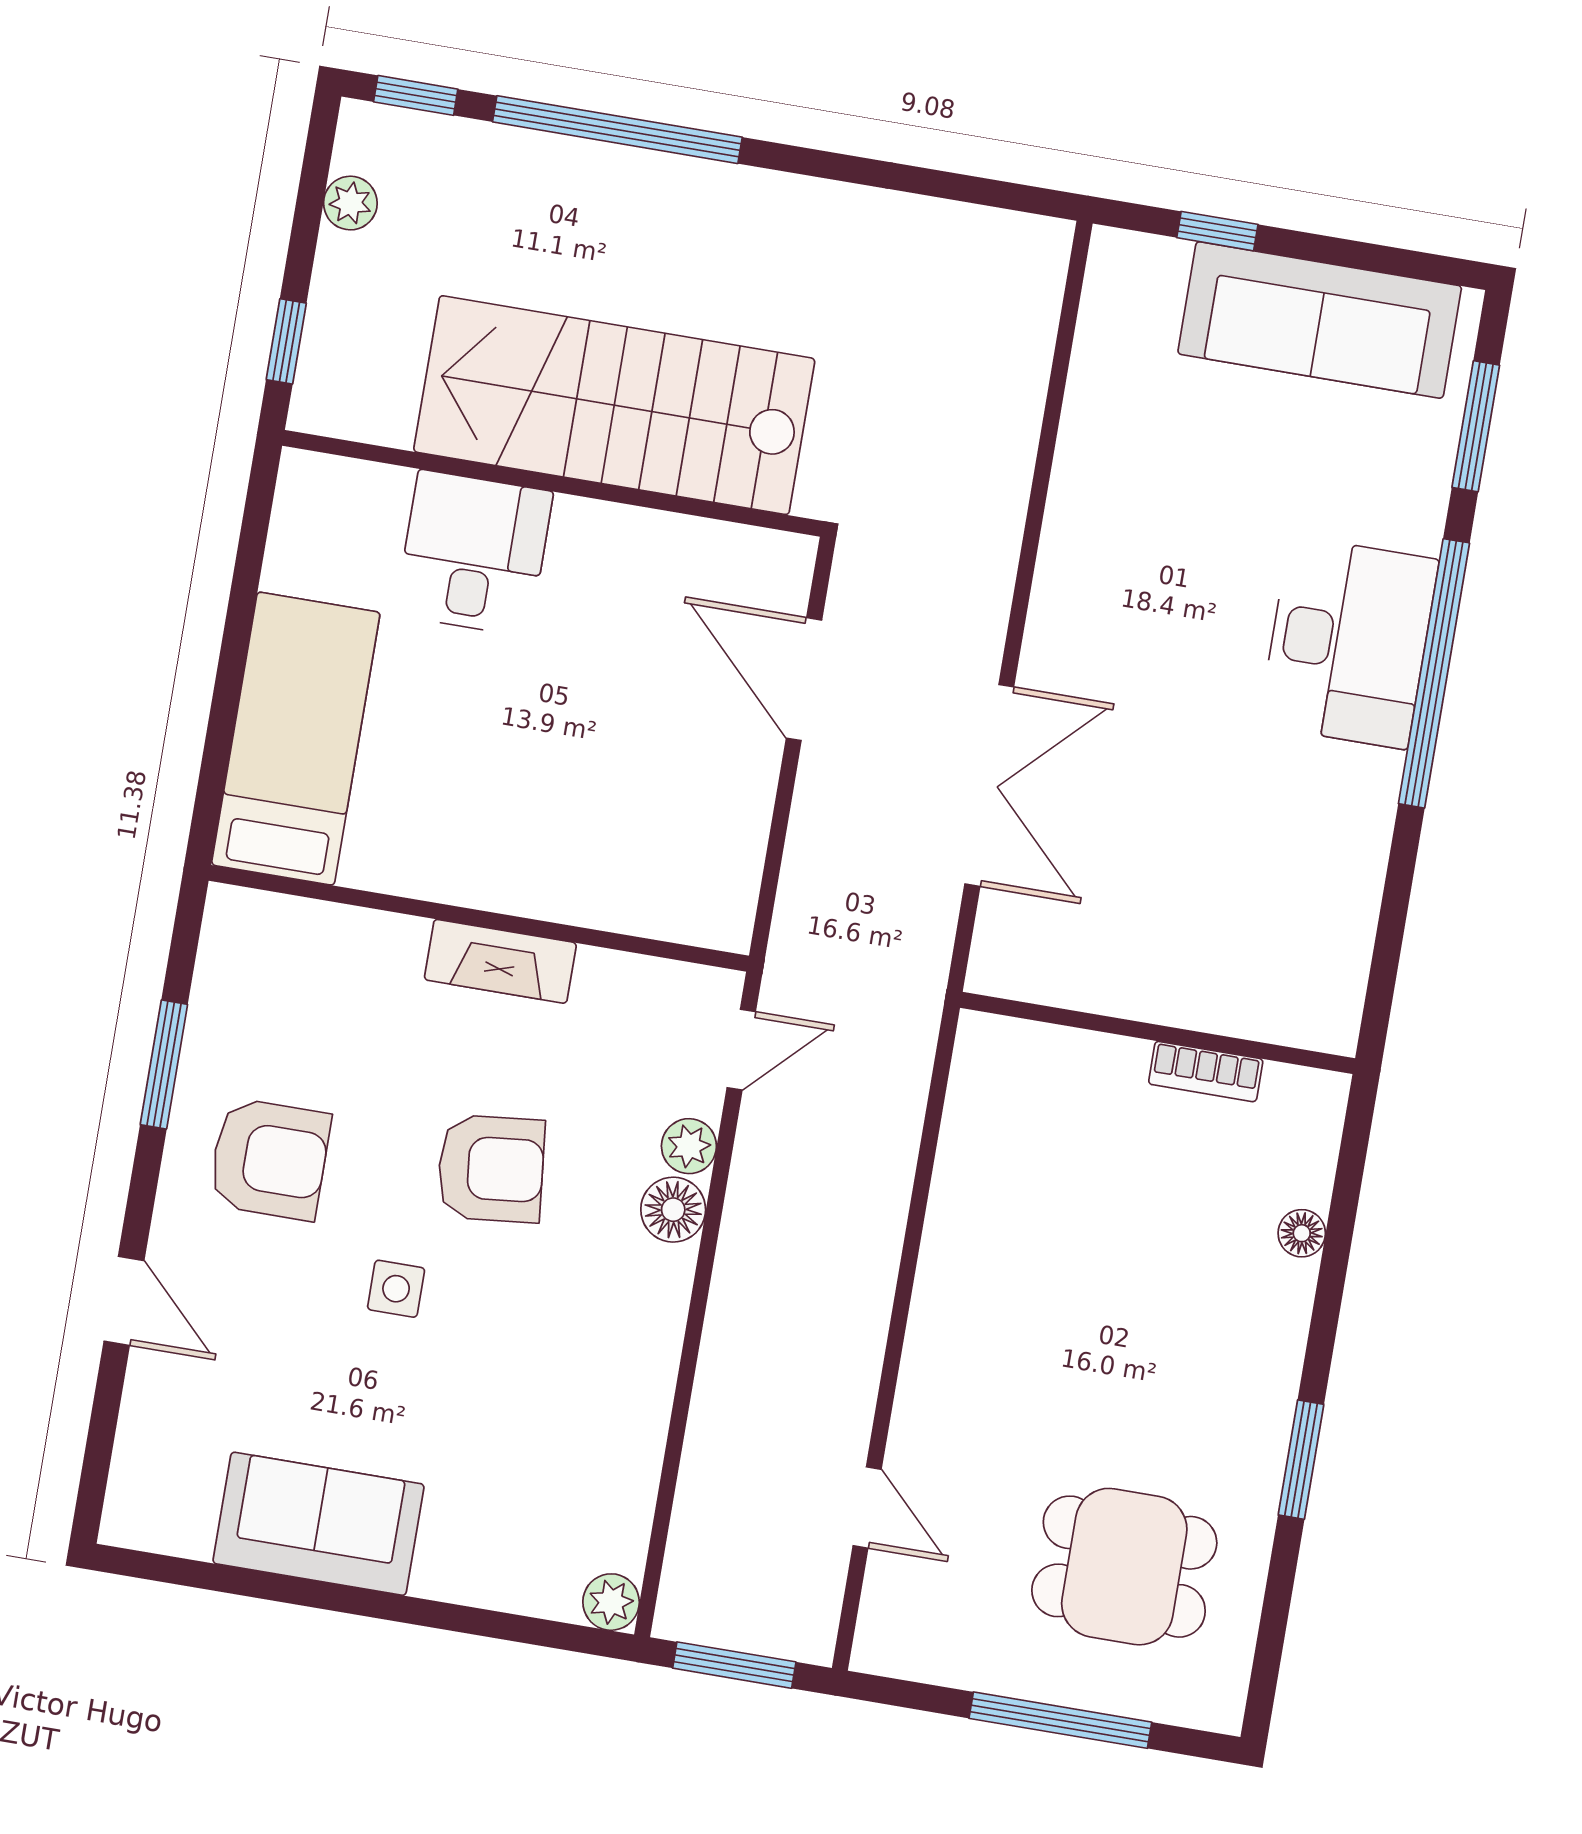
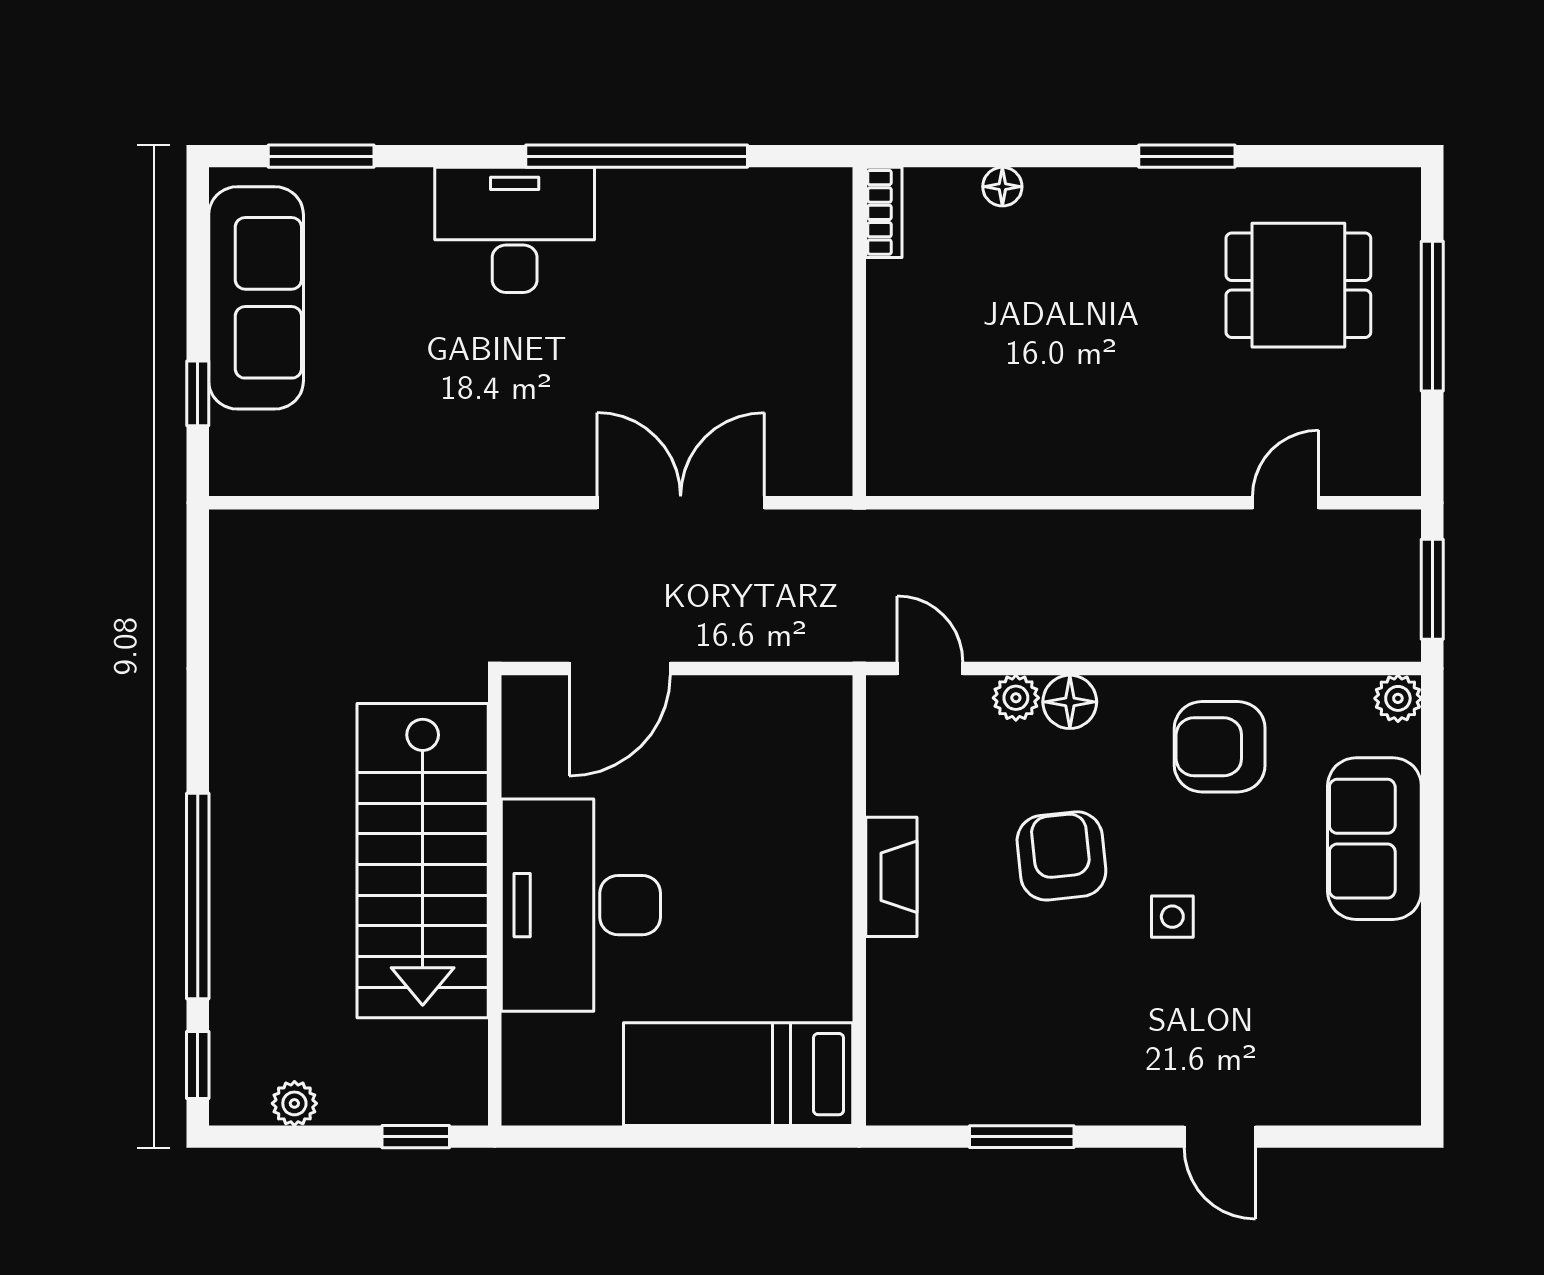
desk: (474, 553) -> (581, 905), width x1.87, depth x1.30
window: (1434, 673) -> (637, 156), moved
bookcase: (1206, 1072) -> (884, 212), moved
armchair: (269, 1159) -> (1220, 747), moved, turned -90
door: (124, 1301) -> (1220, 1137), swing flipped
sofa: (319, 1524) -> (1374, 839), moved
dining table: (1124, 1567) -> (1298, 285), turned 90

